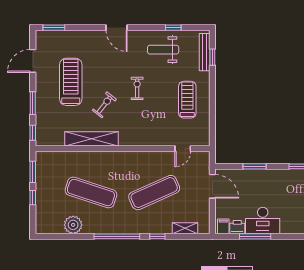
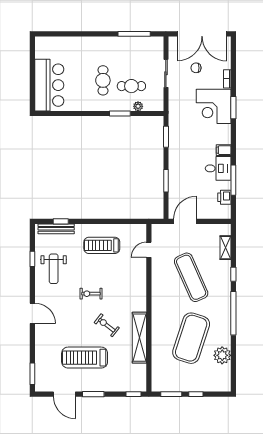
door: (117, 28) -> (32, 313), hinge flipped
window: (33, 103) -> (93, 394), moved
door: (183, 149) -> (149, 250), swing flipped
exercise mat: (91, 193) -> (191, 338), width x1.47
desk: (263, 221) -> (218, 168), width x0.73
filing cabinet: (223, 226) -> (224, 150), moved

